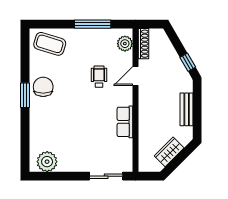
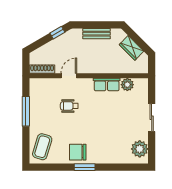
plant: (125, 44) -> (127, 85), moved
door: (135, 76) -> (69, 76), swing flipped
sliding door: (106, 176) -> (152, 118), moved

